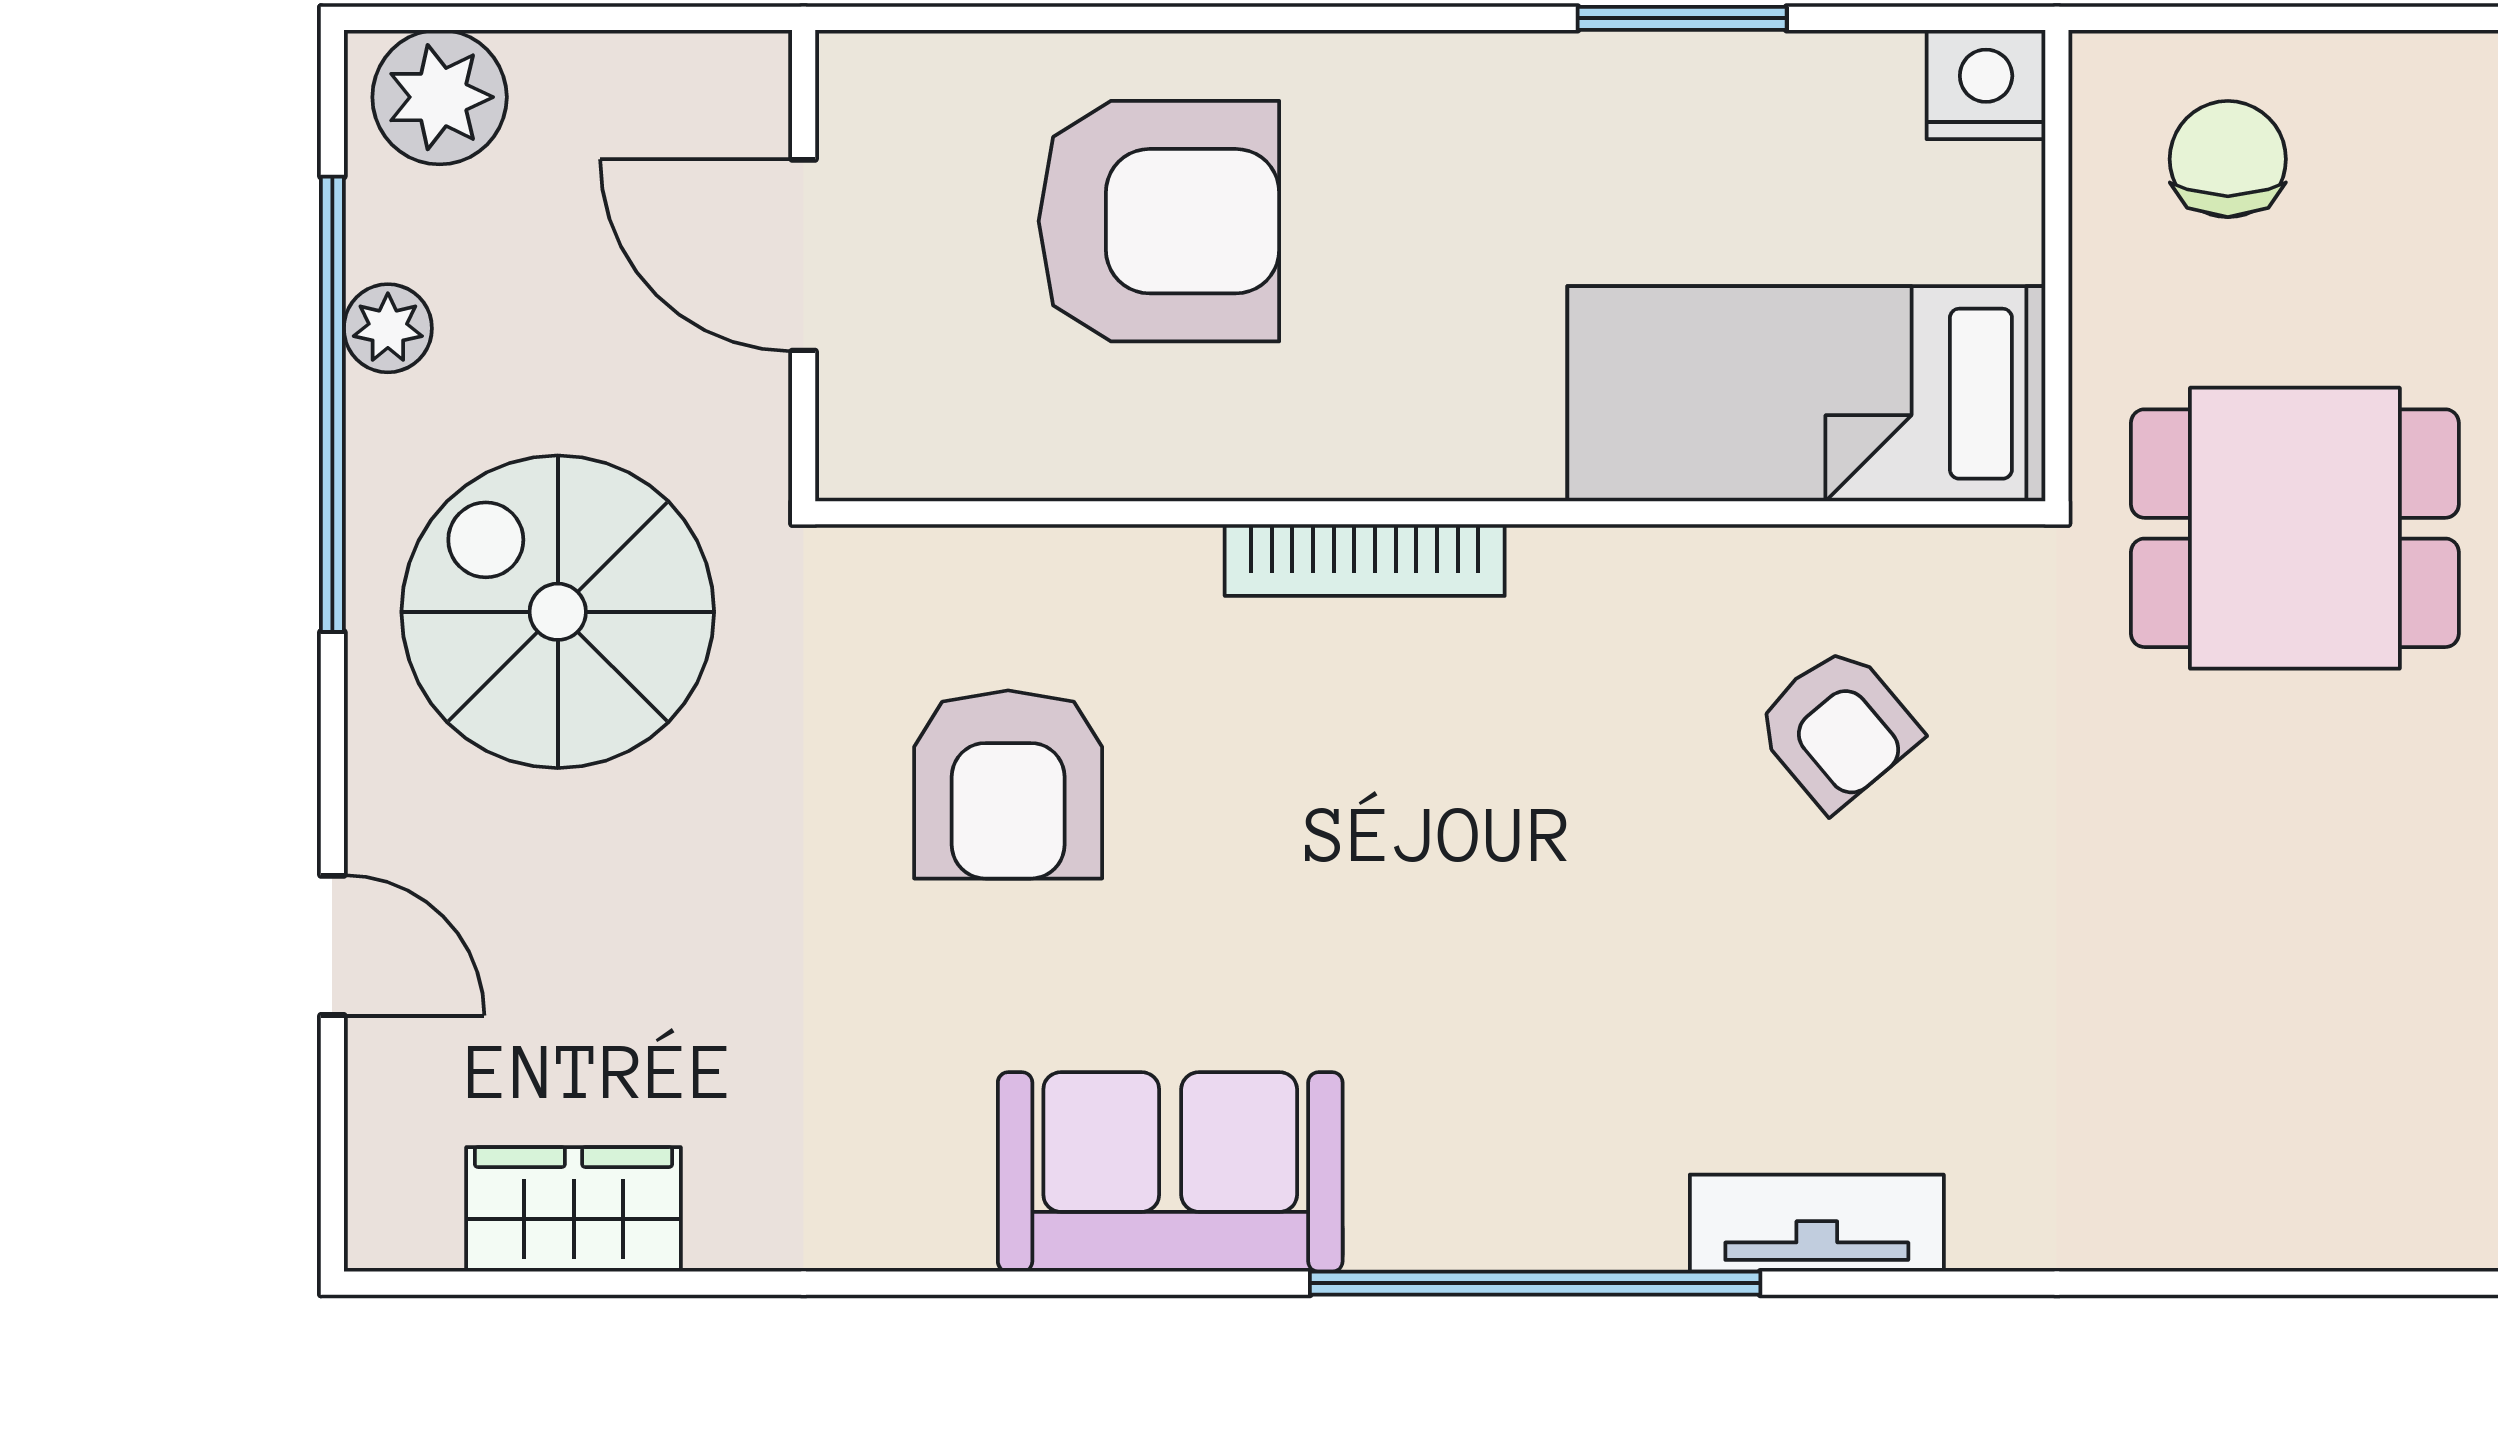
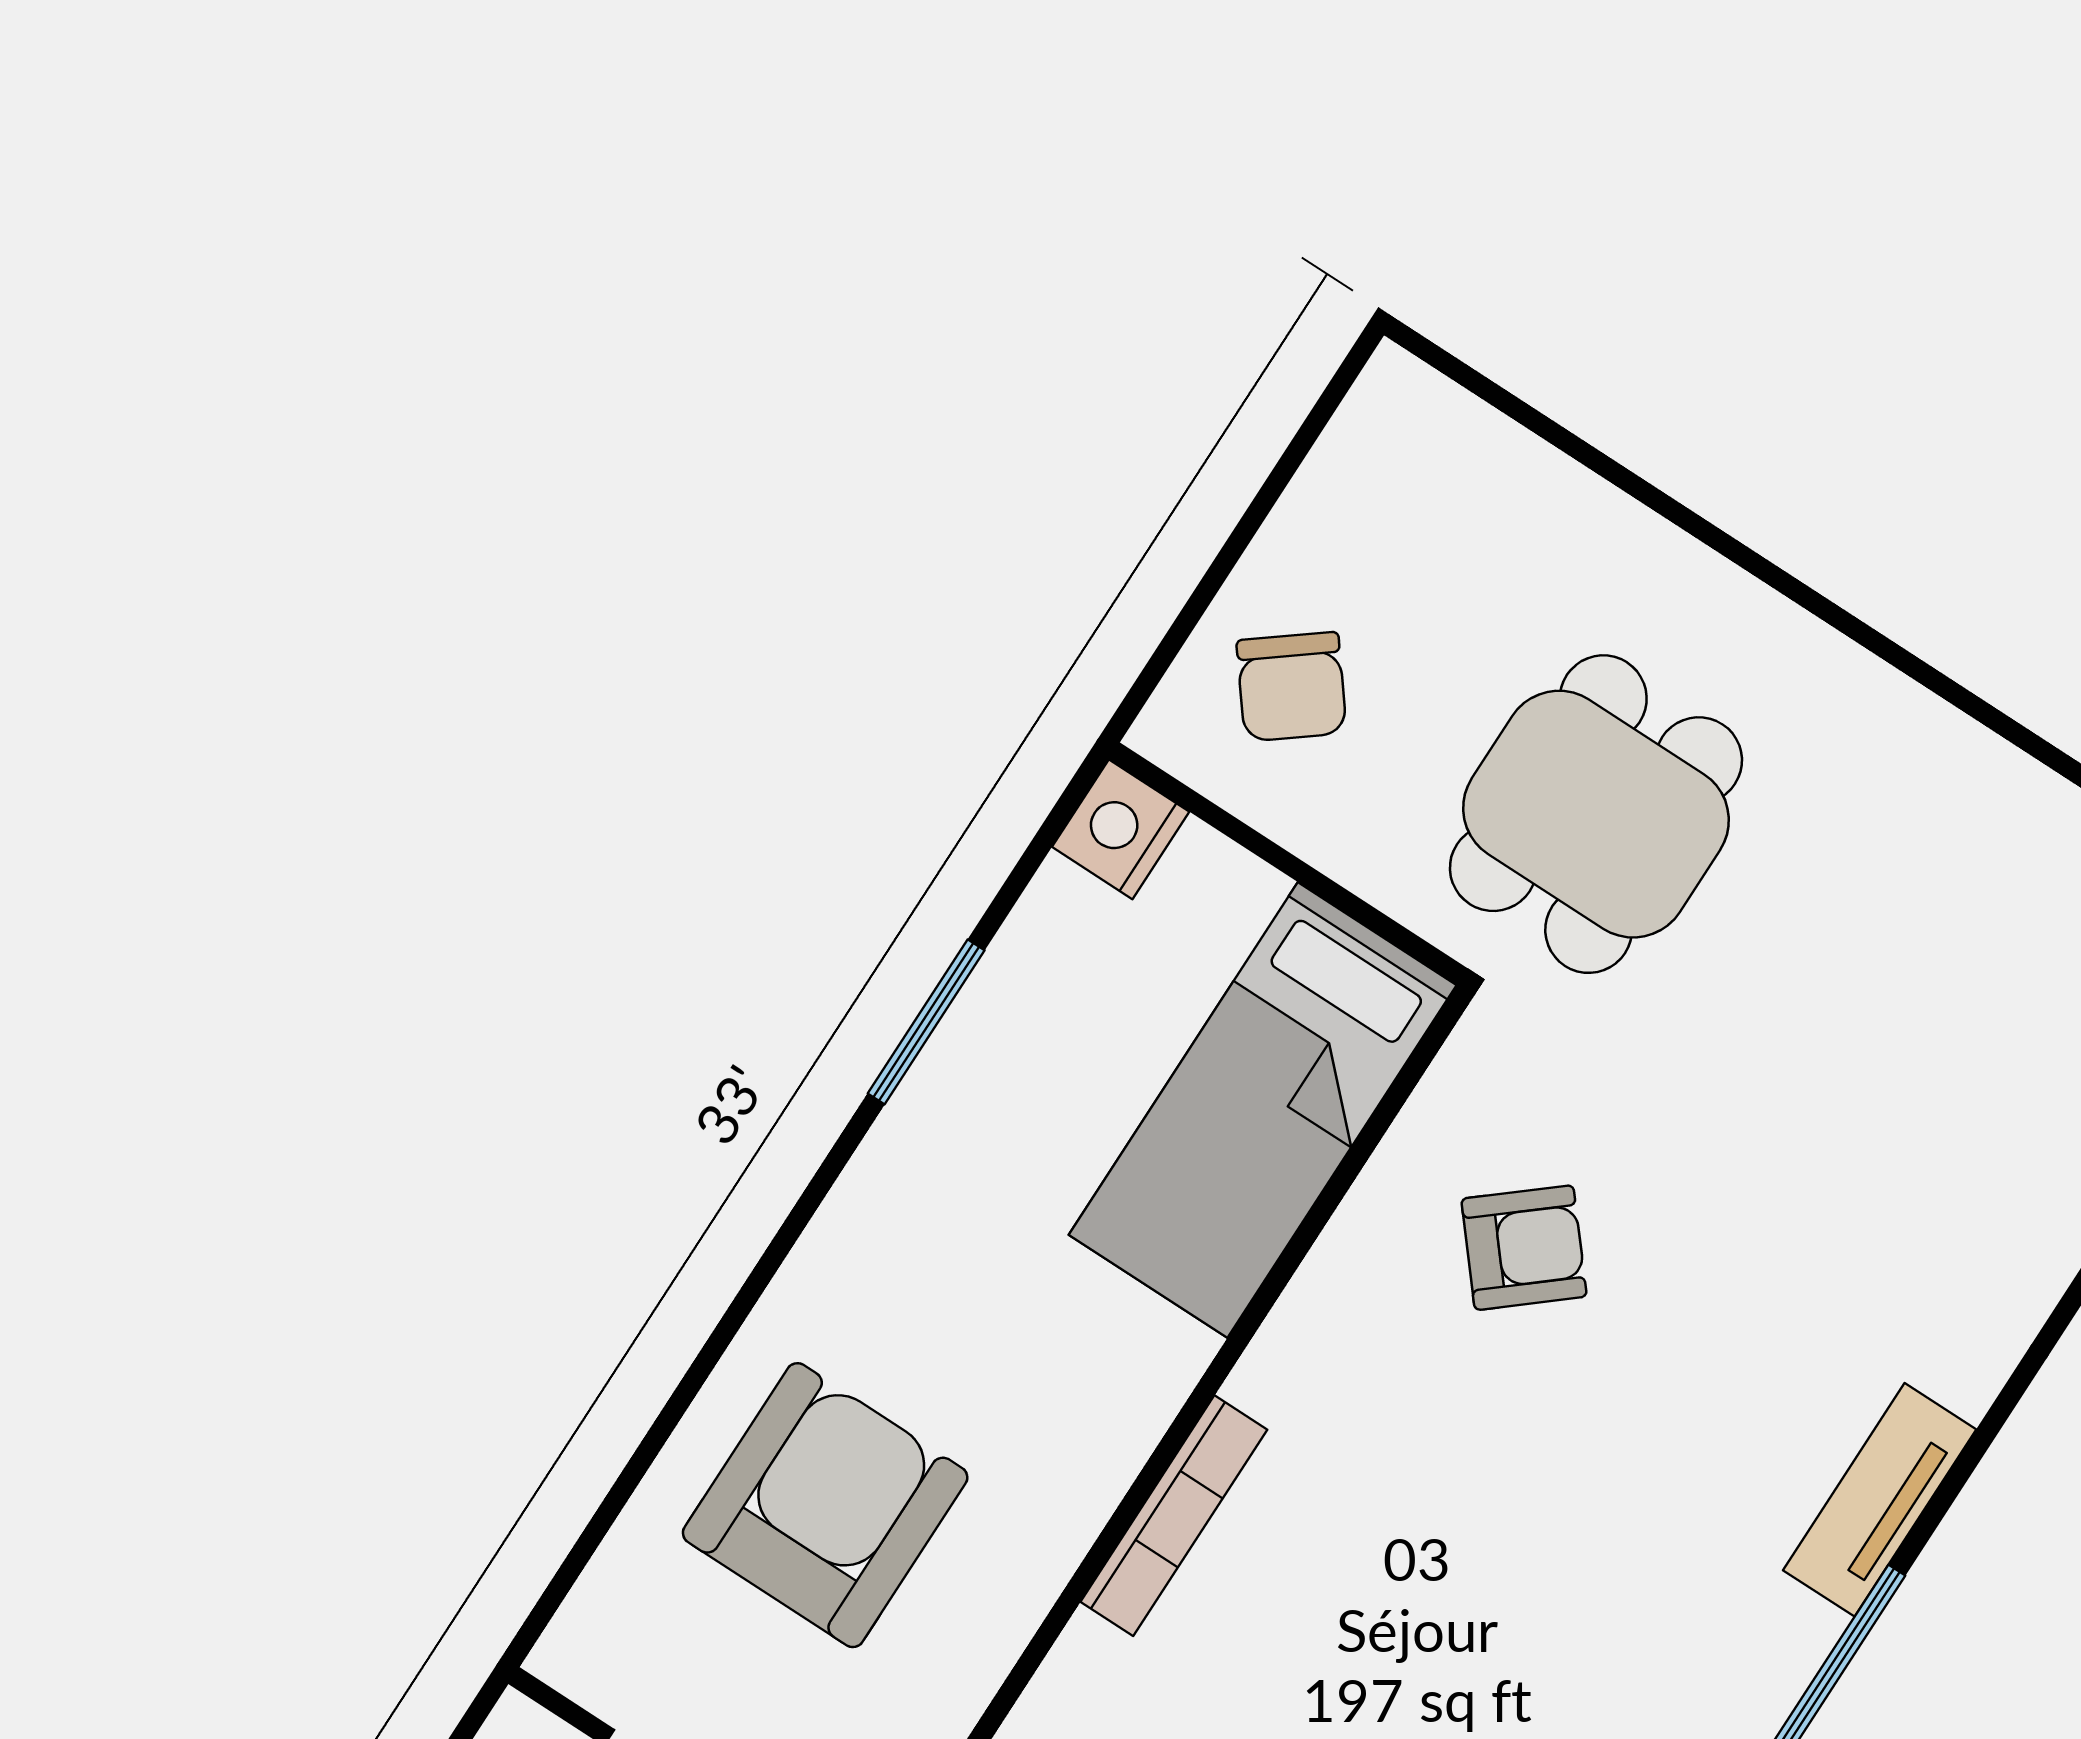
chair: (2228, 159) -> (1292, 687), turned -128

